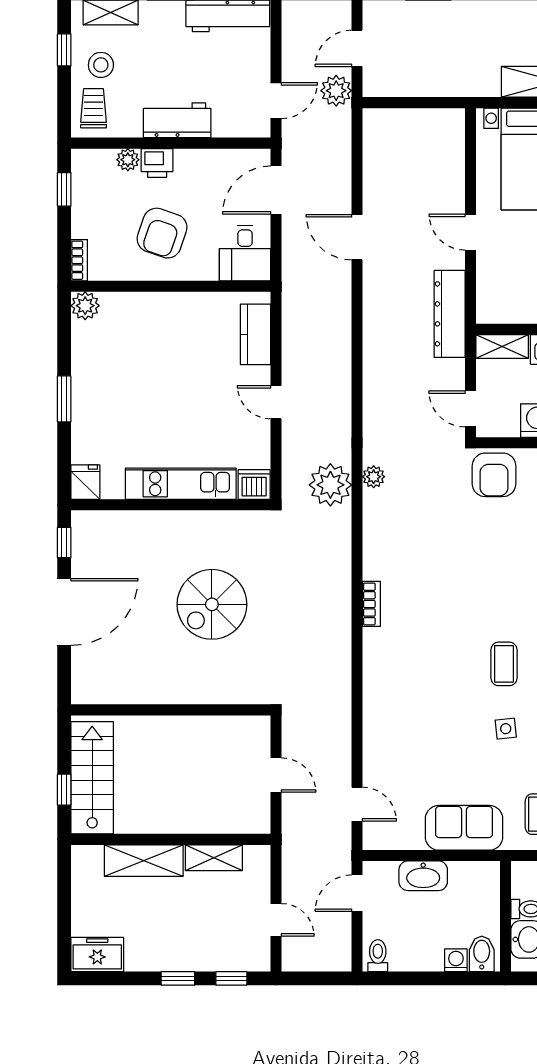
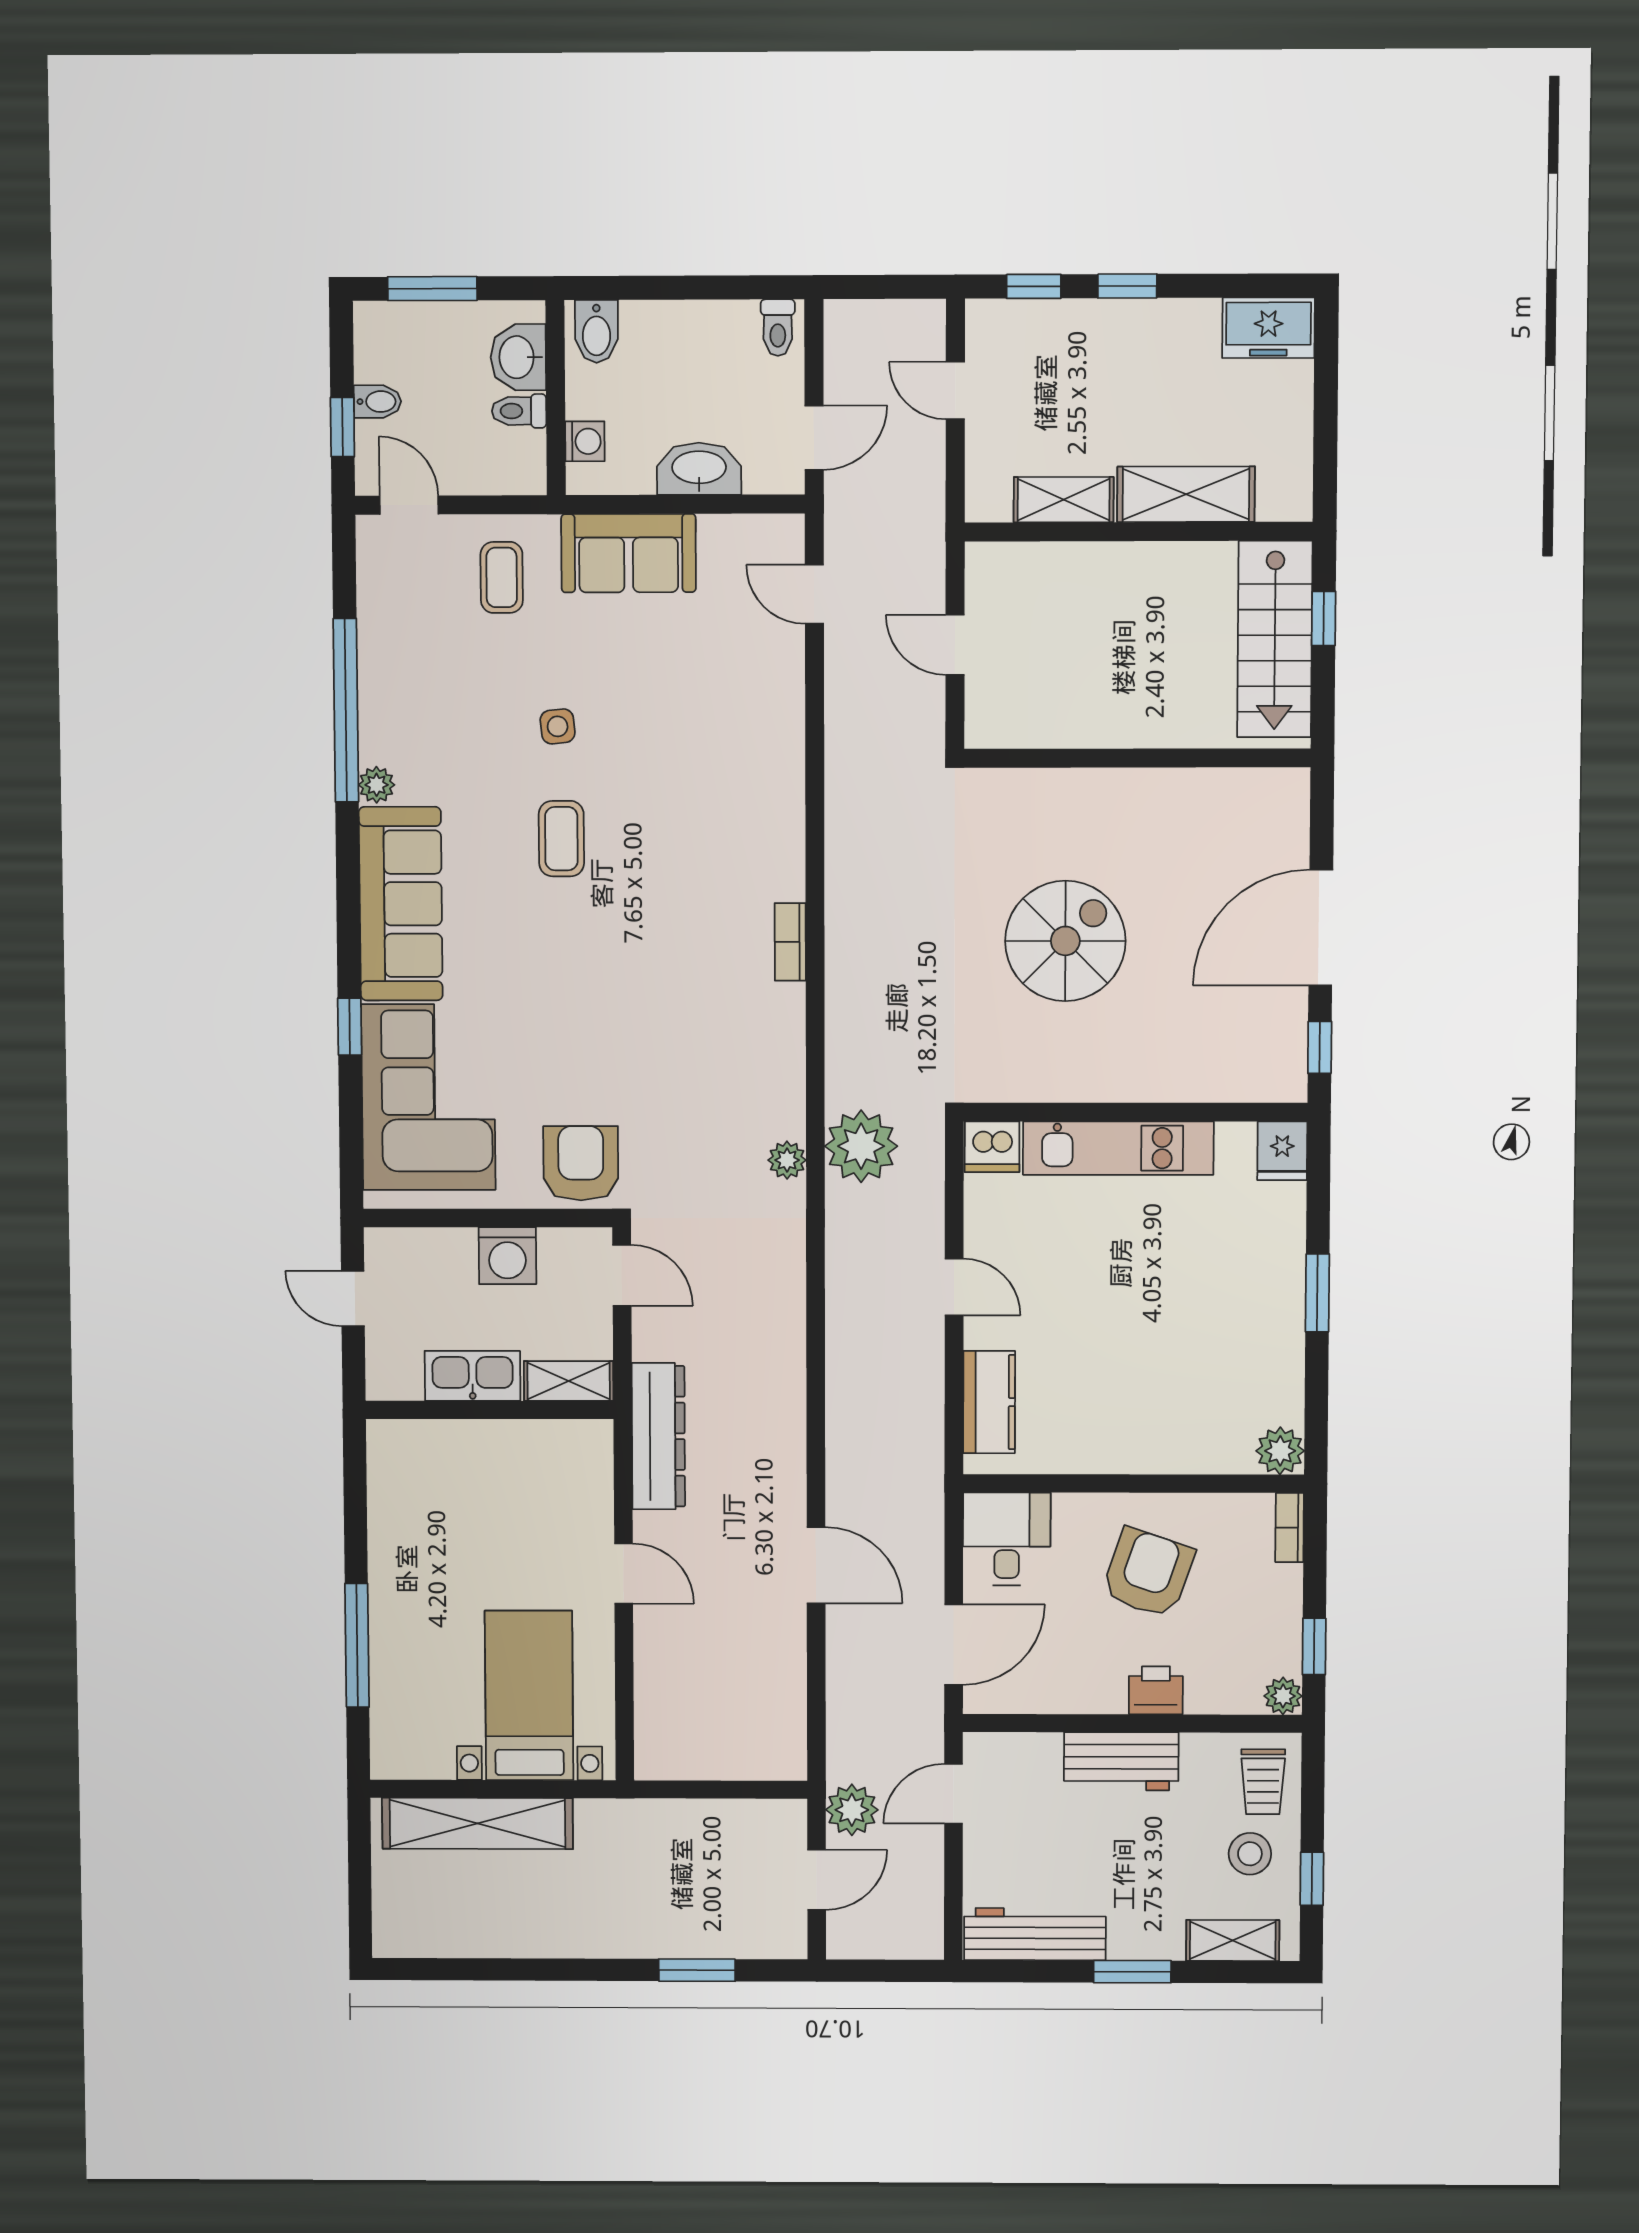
plant: (128, 160) -> (1283, 1696), moved
washing machine: (456, 960) -> (585, 441), moved, turned -90

